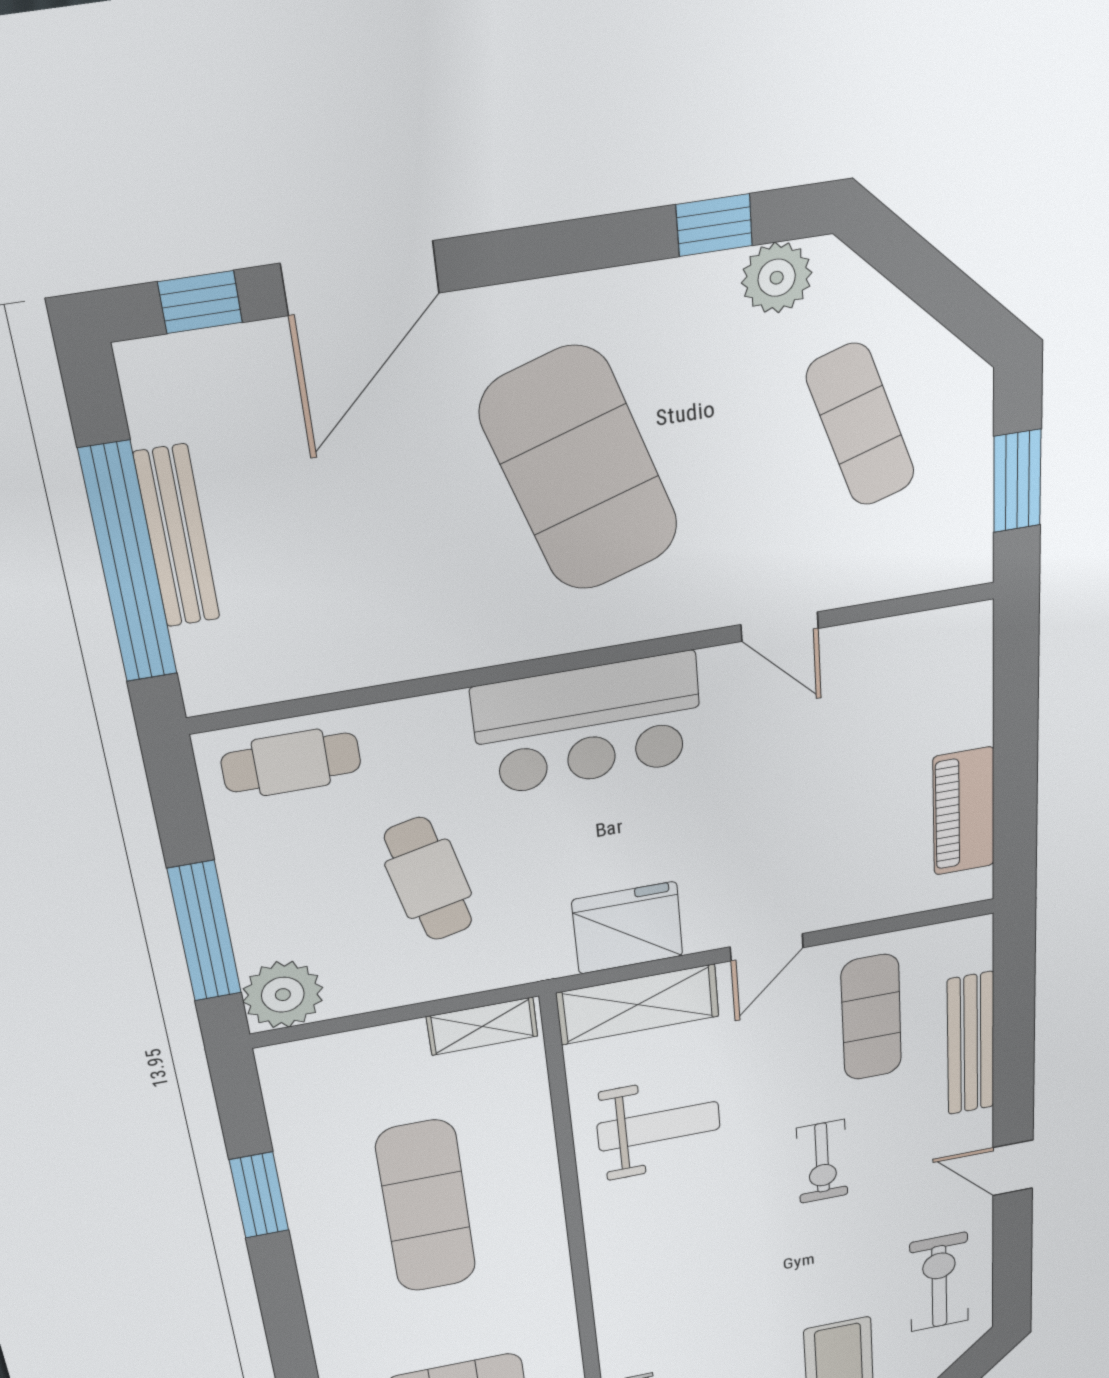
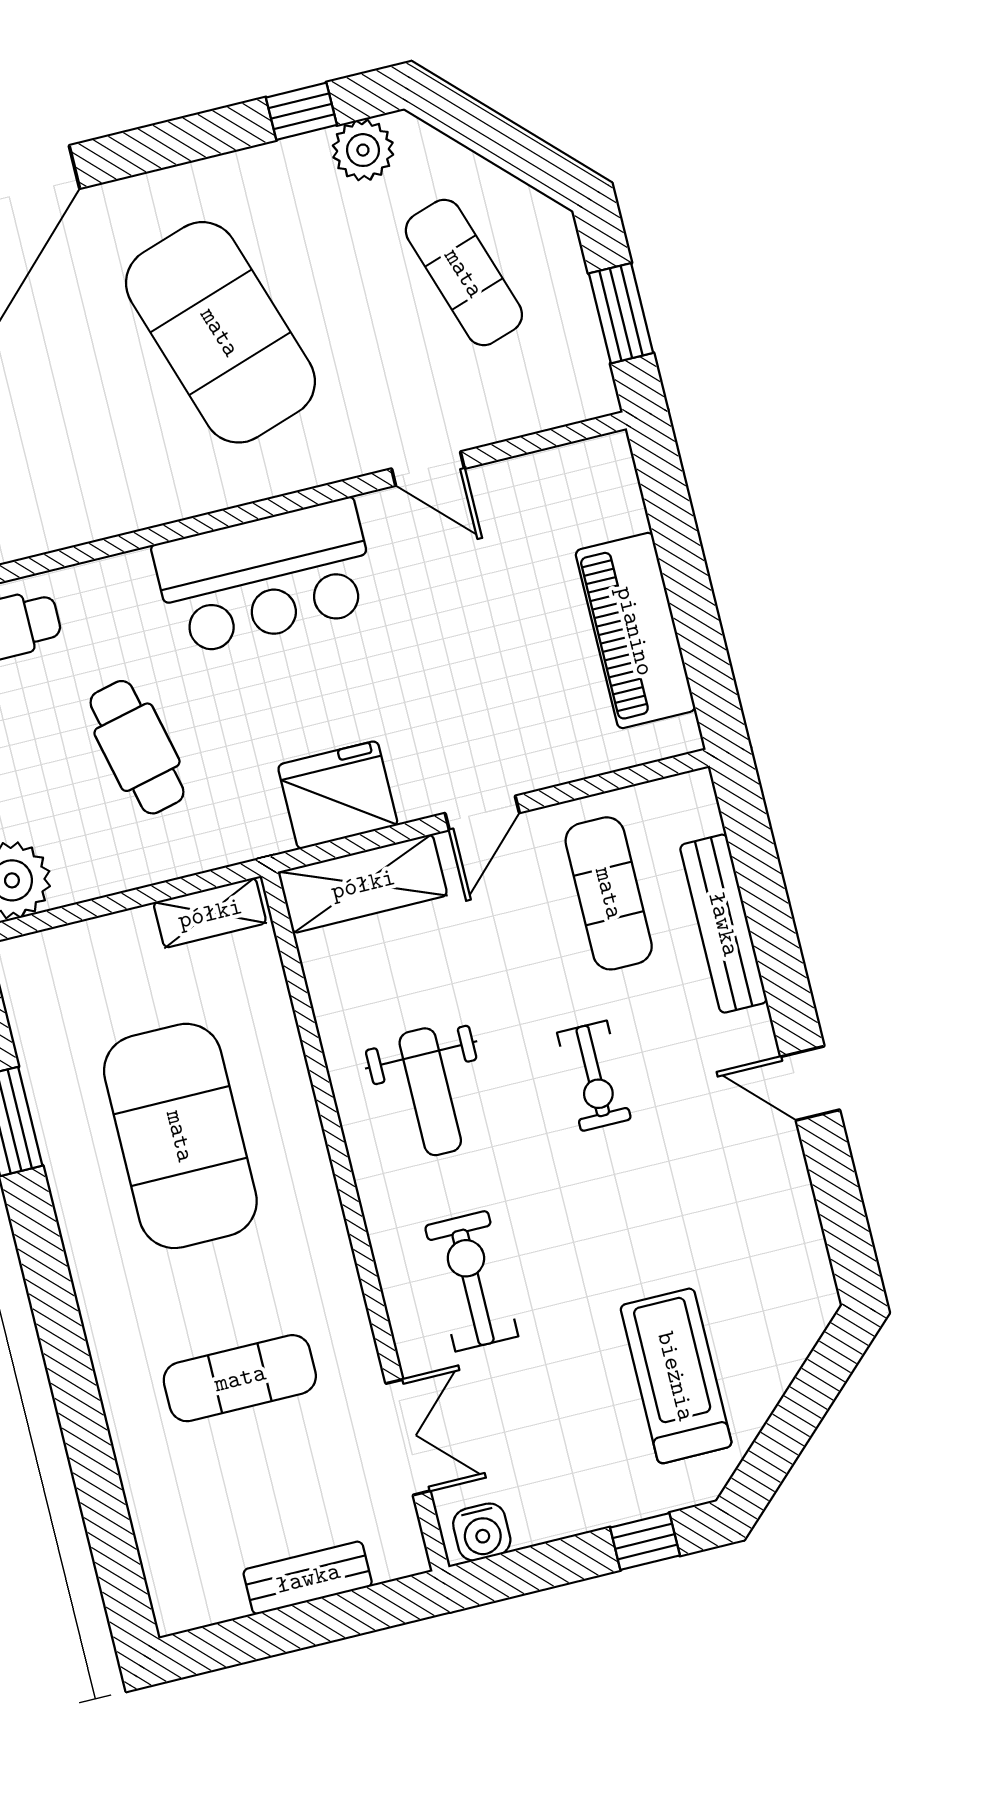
piano: (964, 811) -> (635, 631), width x1.37, depth x1.33
weight bench: (659, 1126) -> (430, 1092), moved, turned 90
exercise mat: (426, 1207) -> (180, 1136), width x1.47
exercise bike: (939, 1282) -> (472, 1281), moved

